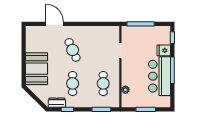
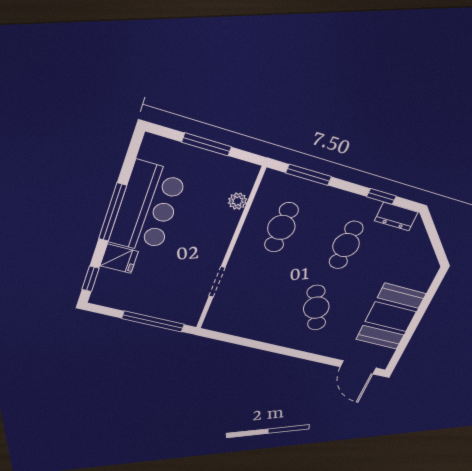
door: (55, 24) -> (358, 367), moved
booth: (37, 69) -> (391, 317), moved

